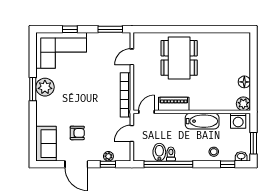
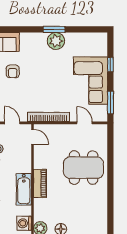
corner sofa: (61, 50) -> (91, 80), moved
piano: (174, 104) -> (40, 183), moved

